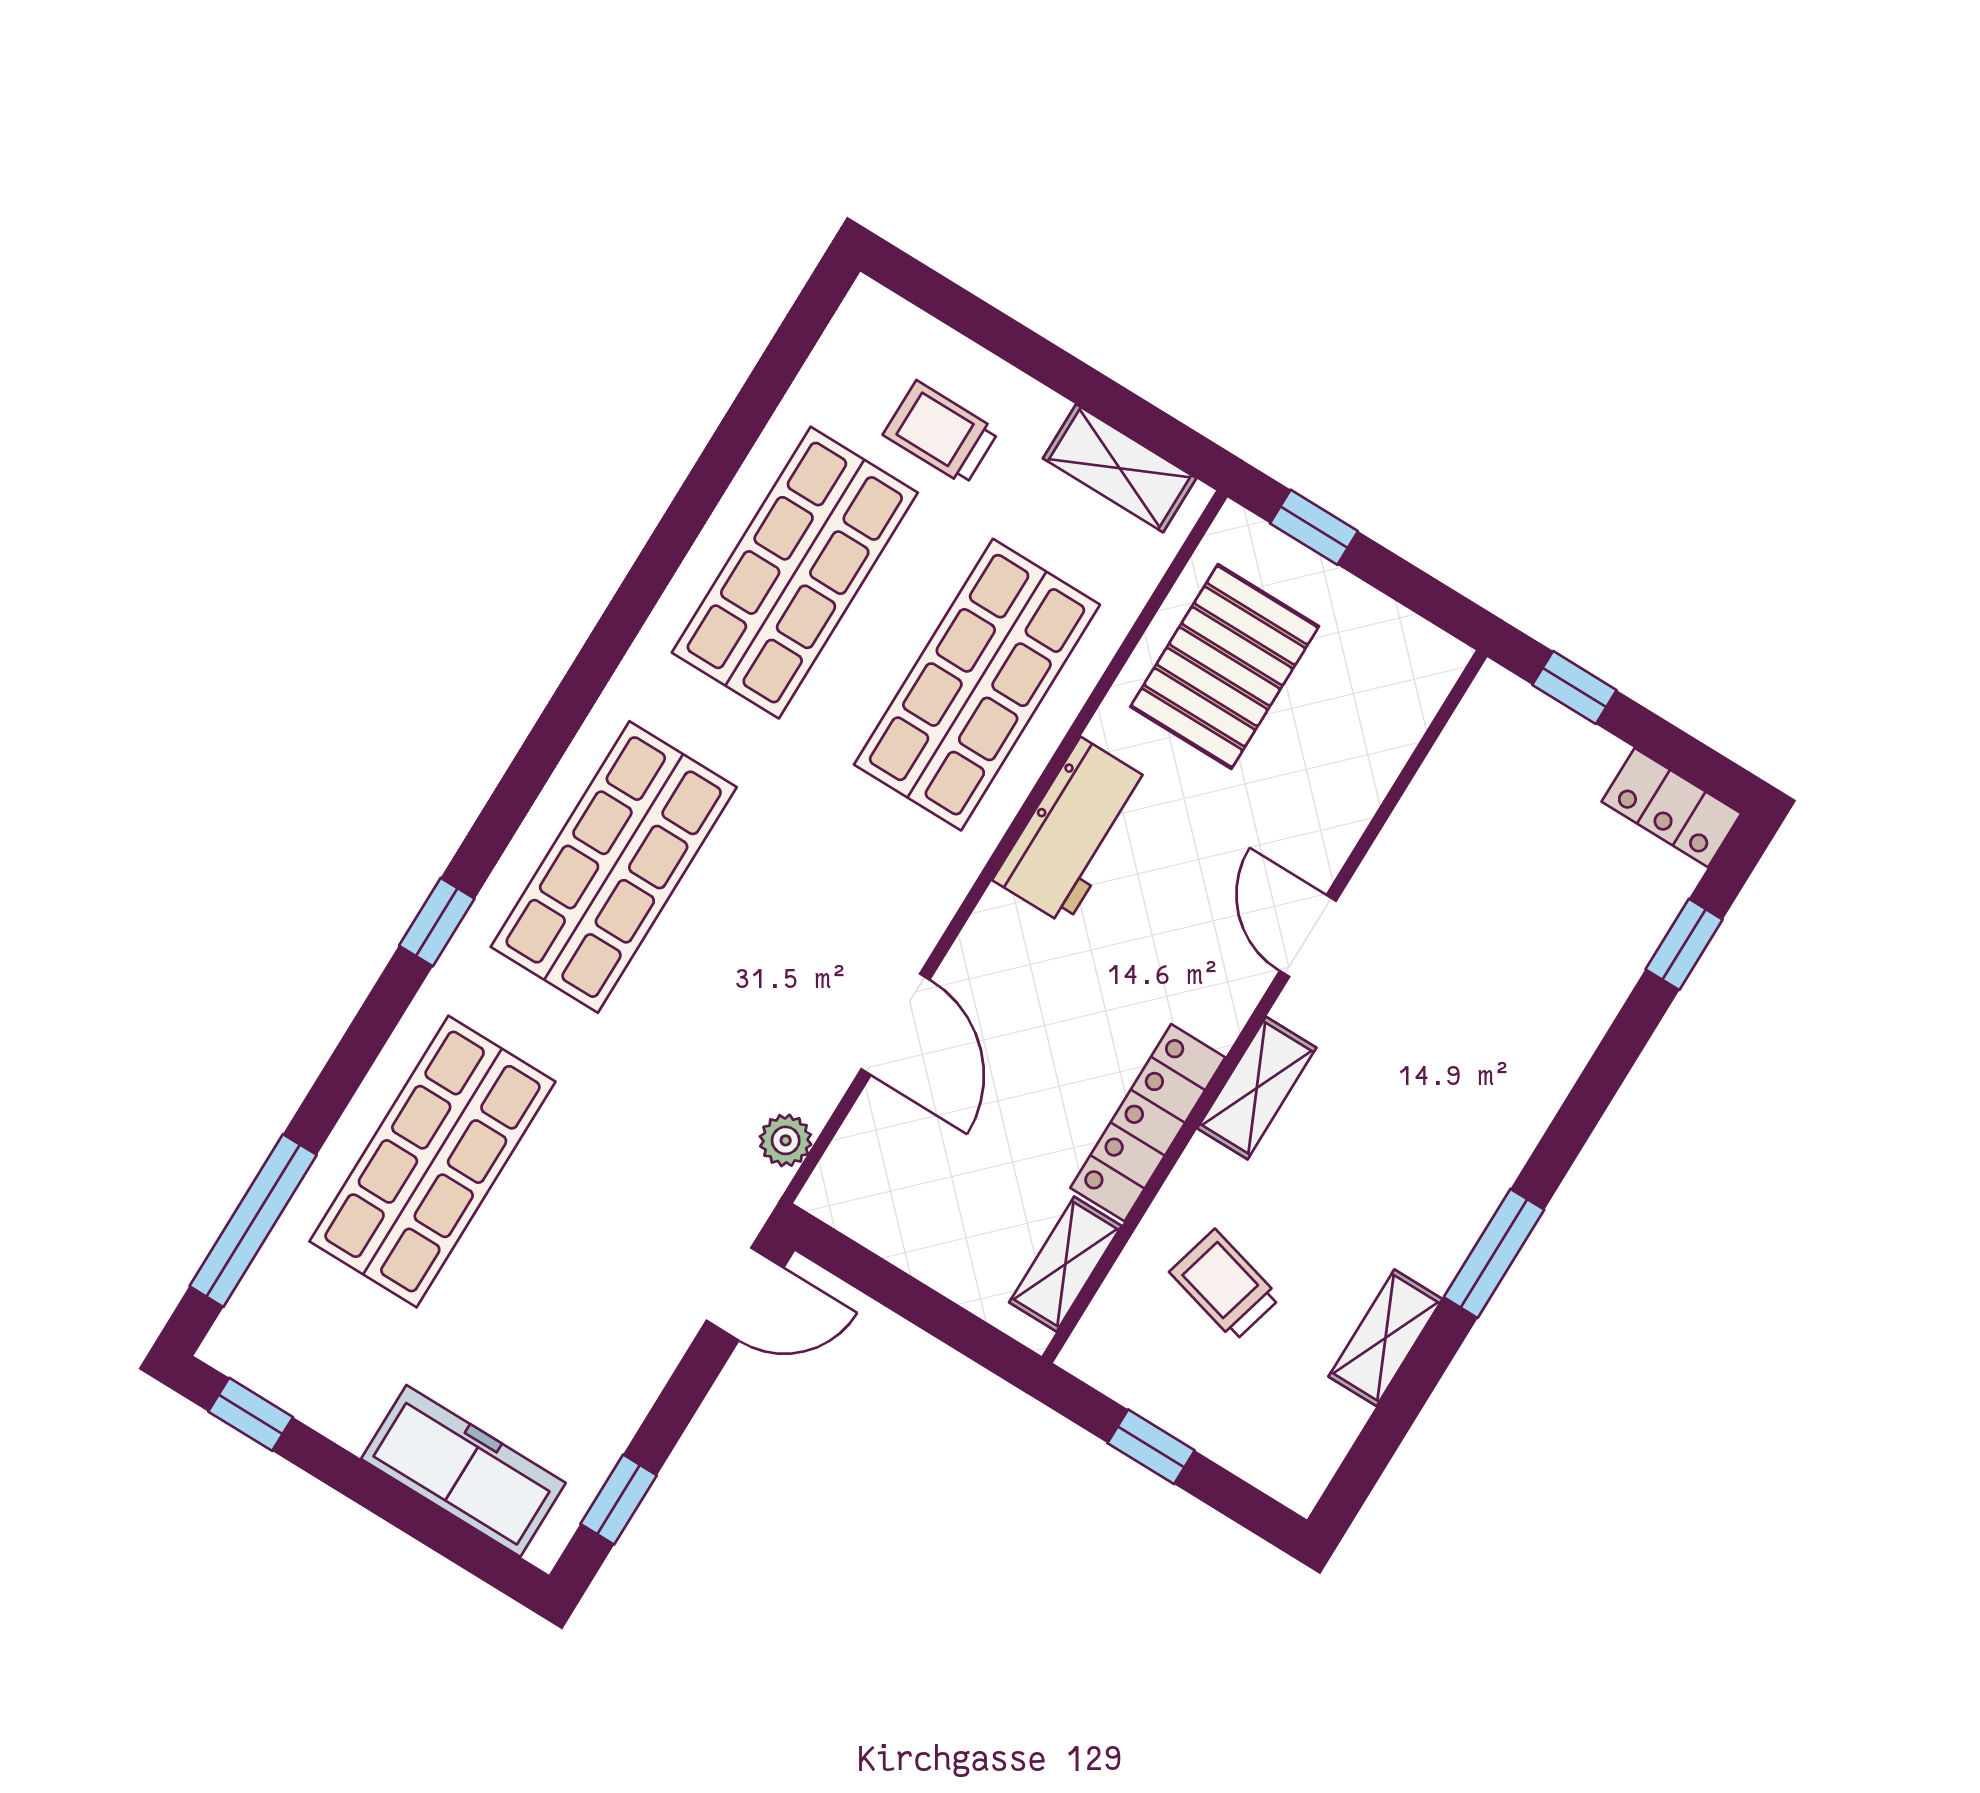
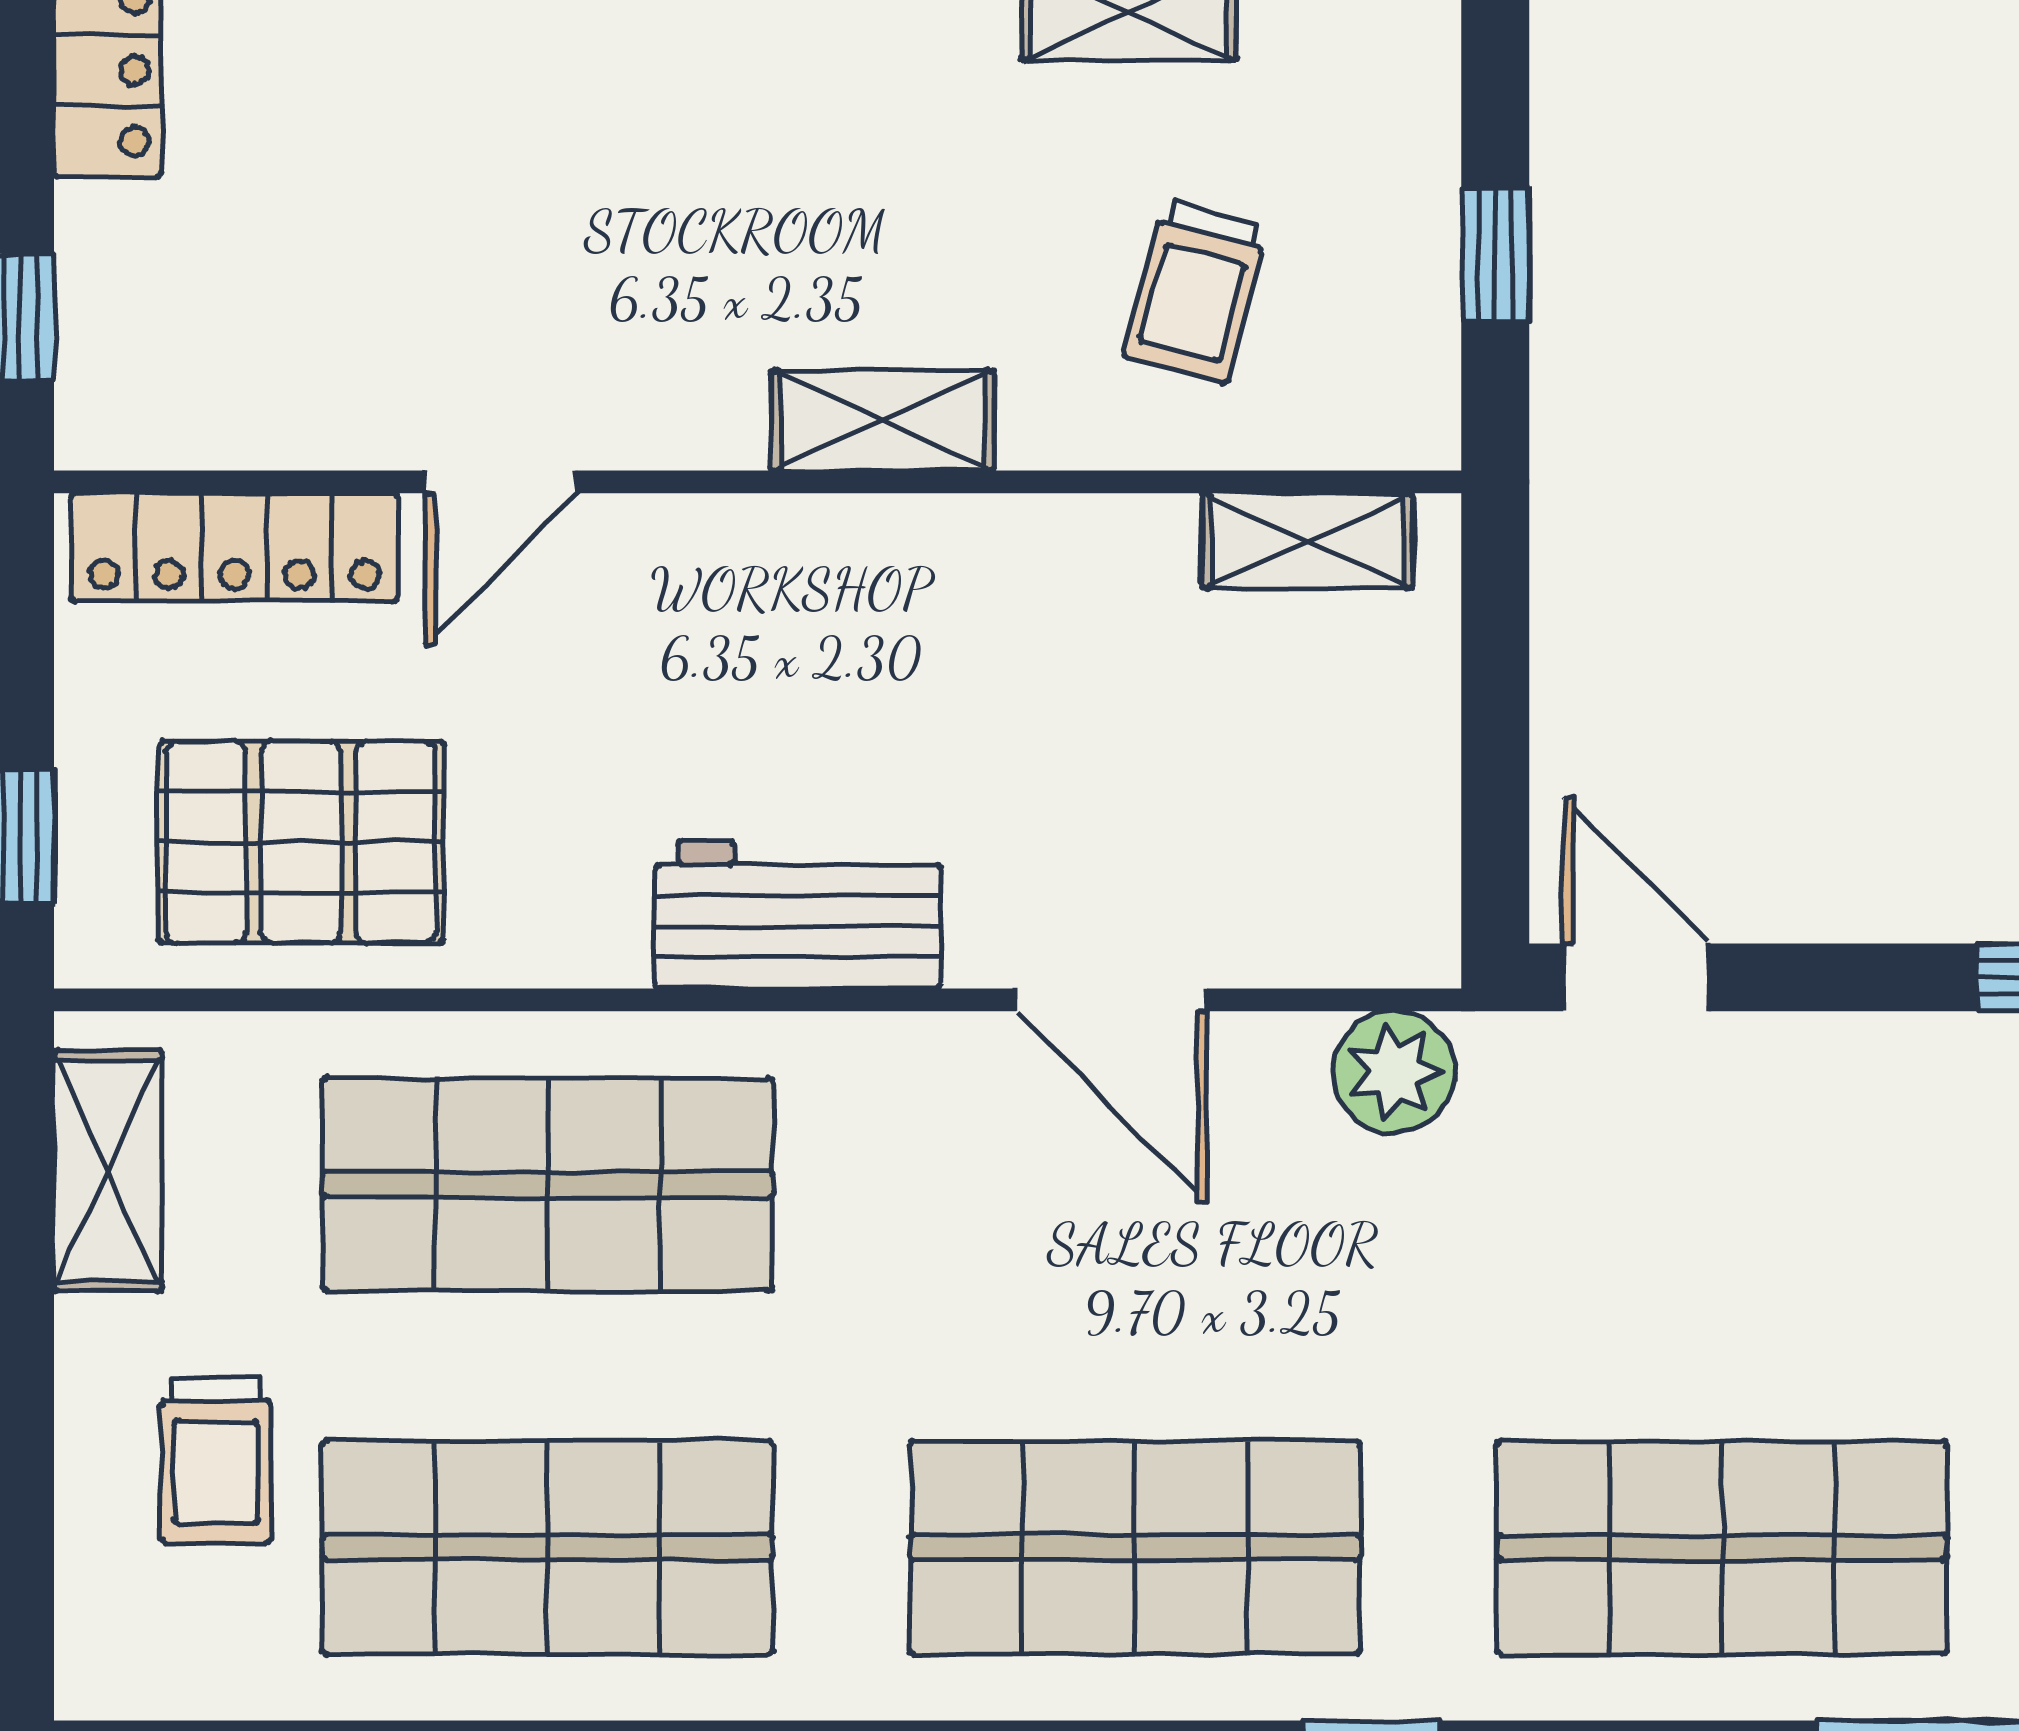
workbench: (1073, 831) -> (798, 915), moved
door: (1308, 936) -> (501, 482), moved
door: (895, 1024) -> (1112, 1000), swing flipped
locker: (1148, 1123) -> (234, 547), moved
plant: (786, 1140) -> (1394, 1072), width x1.38, depth x1.38

